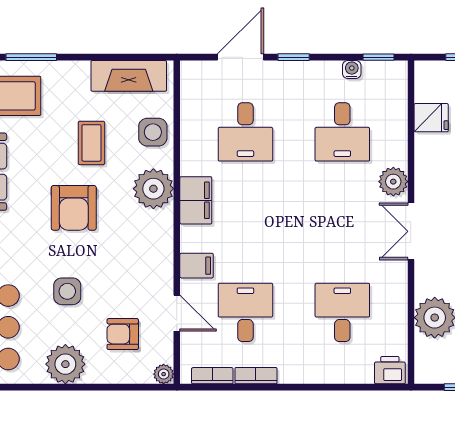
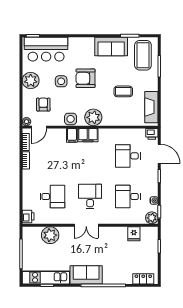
printer: (193, 75) -> (152, 134), added
side table: (153, 132) -> (71, 119), moved
plant: (393, 182) -> (152, 218), moved
plant: (153, 189) -> (93, 117), moved
filing cabinet: (196, 200) -> (88, 135), moved
armchair: (74, 208) -> (86, 78), moved
double door: (411, 231) -> (86, 225), swing flipped
desk: (245, 312) -> (90, 196), moved, turned -90
door: (177, 313) -> (39, 127), moved

